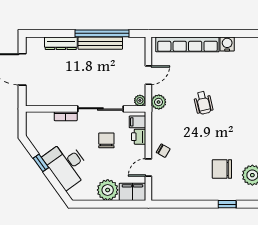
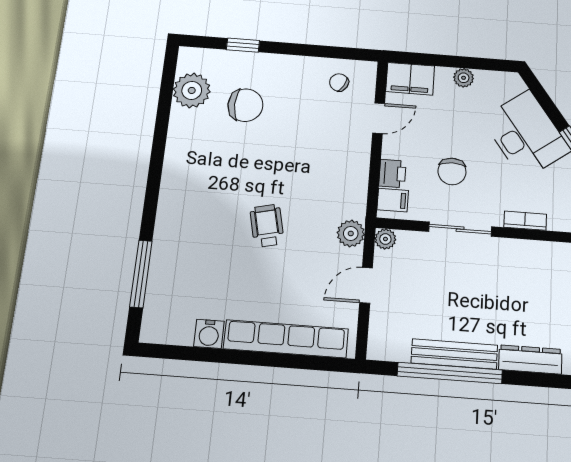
sliding door: (100, 109) -> (460, 229), width x0.73
chair: (163, 151) -> (339, 82), moved
plant: (108, 190) -> (464, 78), width x0.53, depth x0.53

